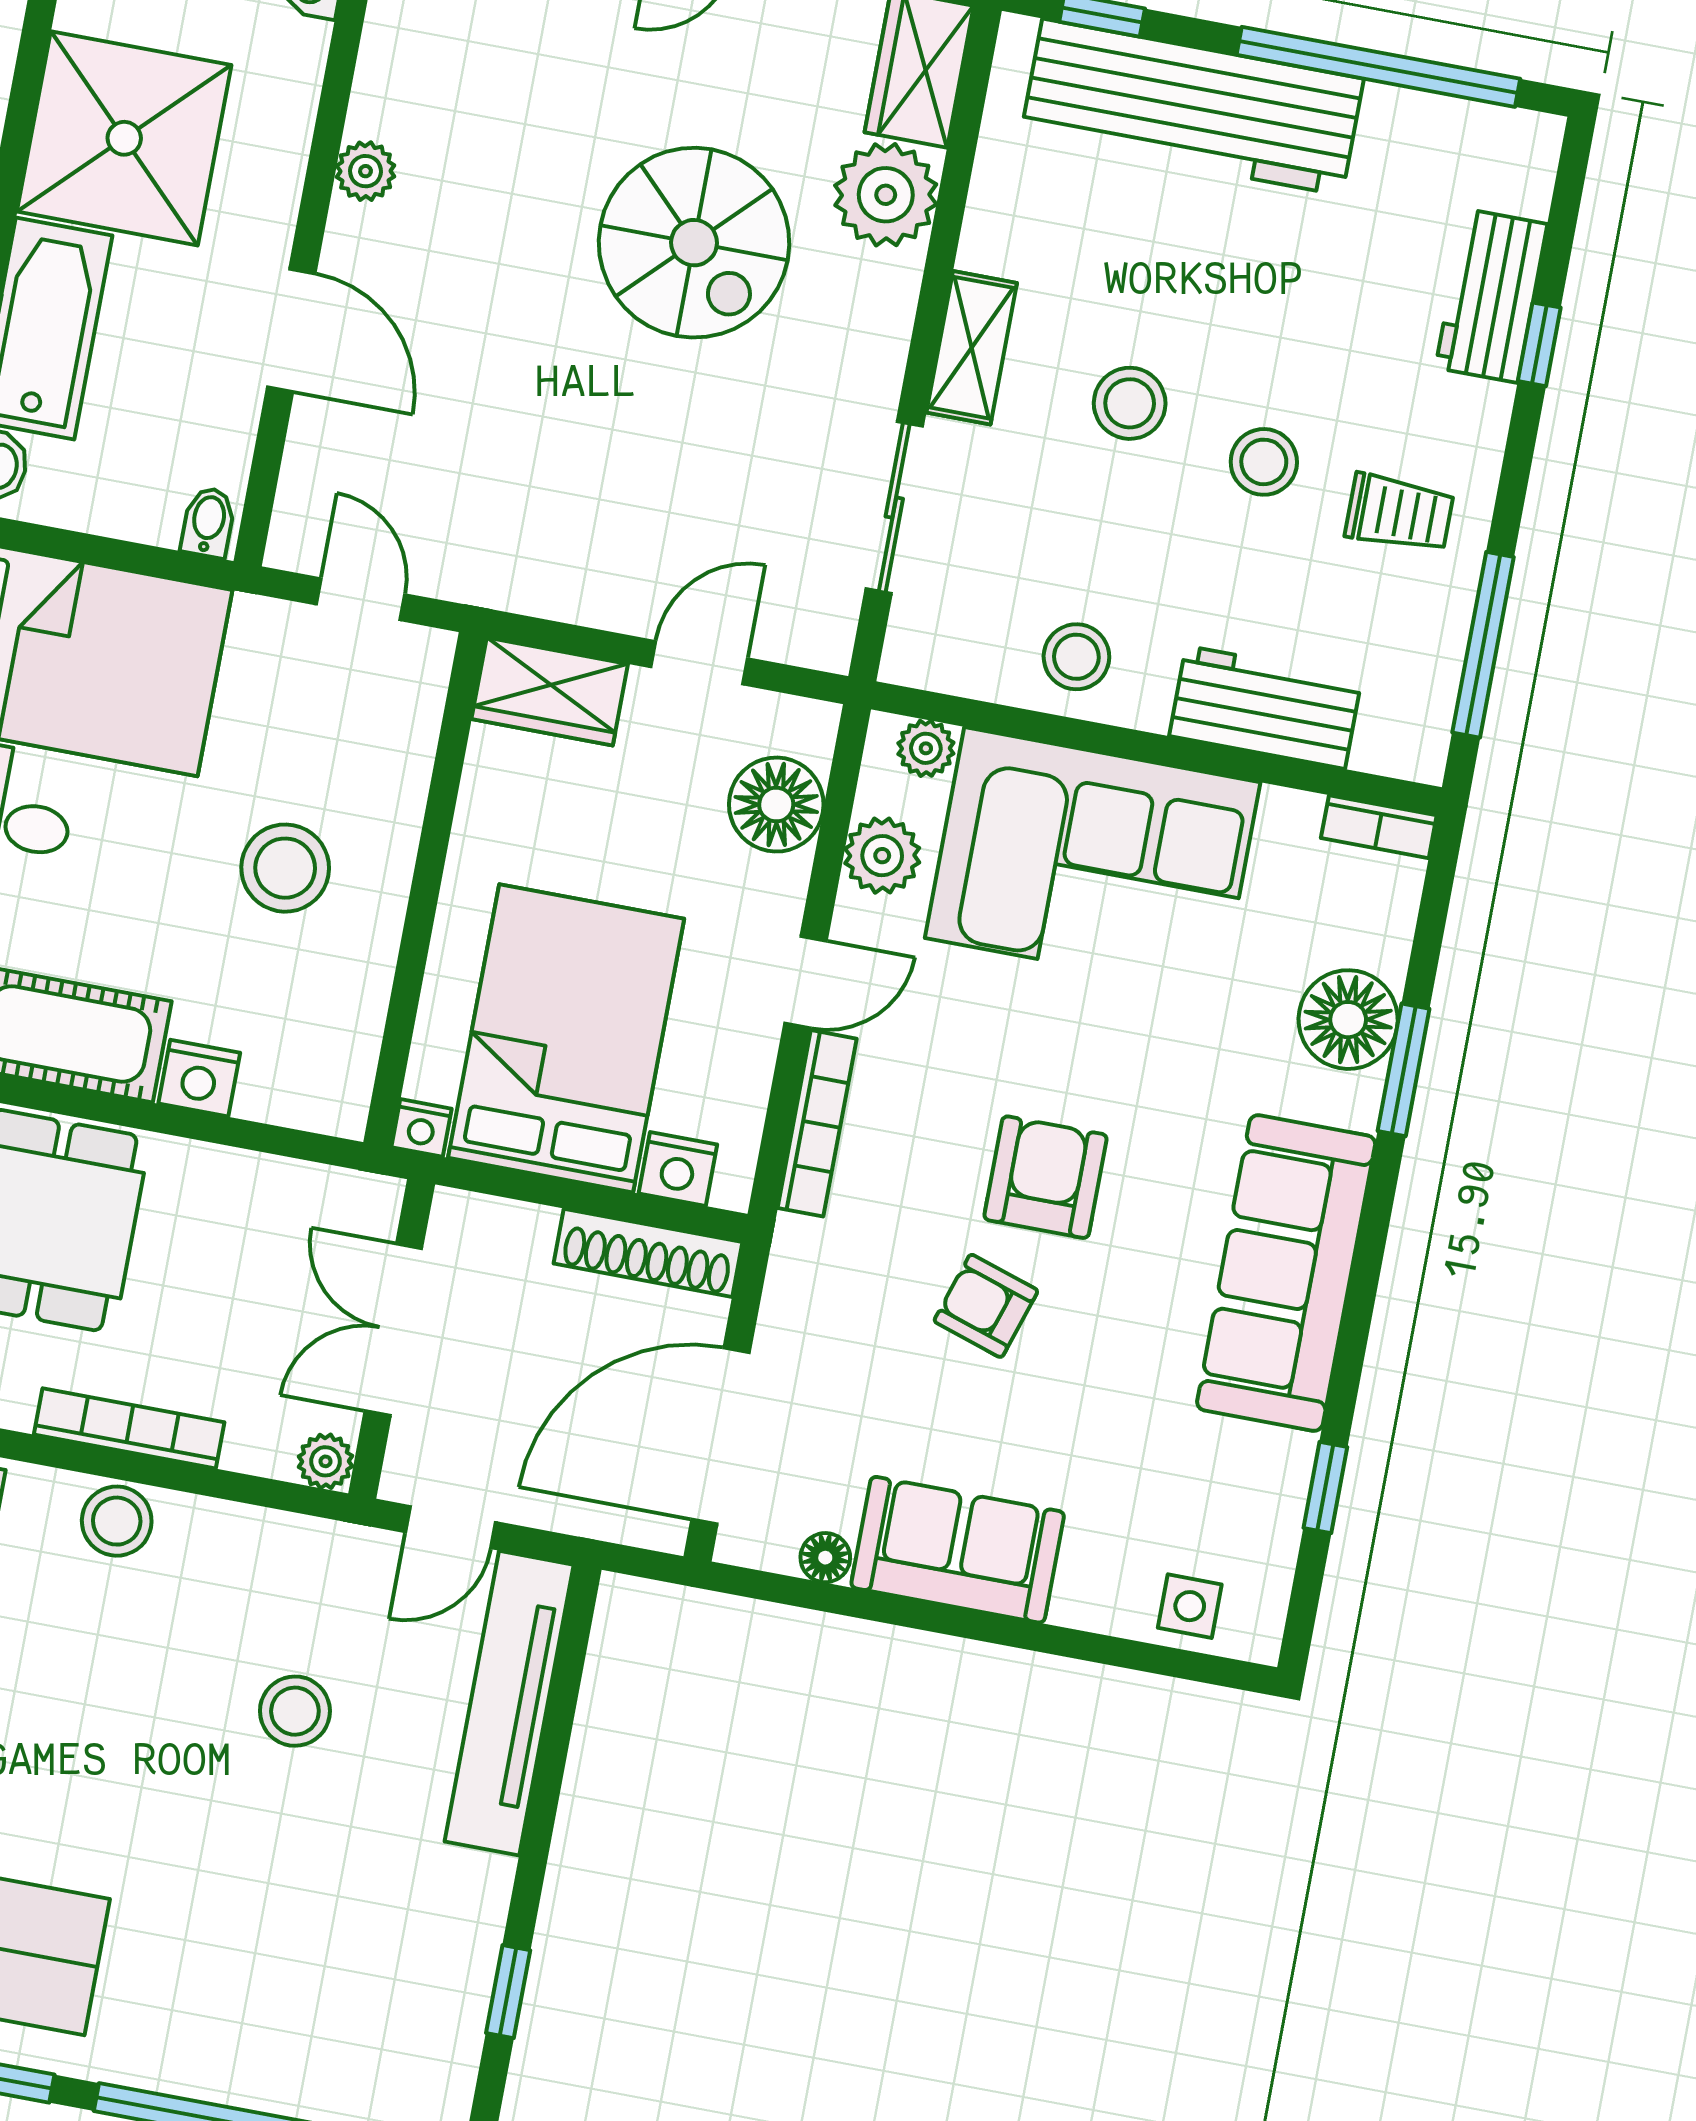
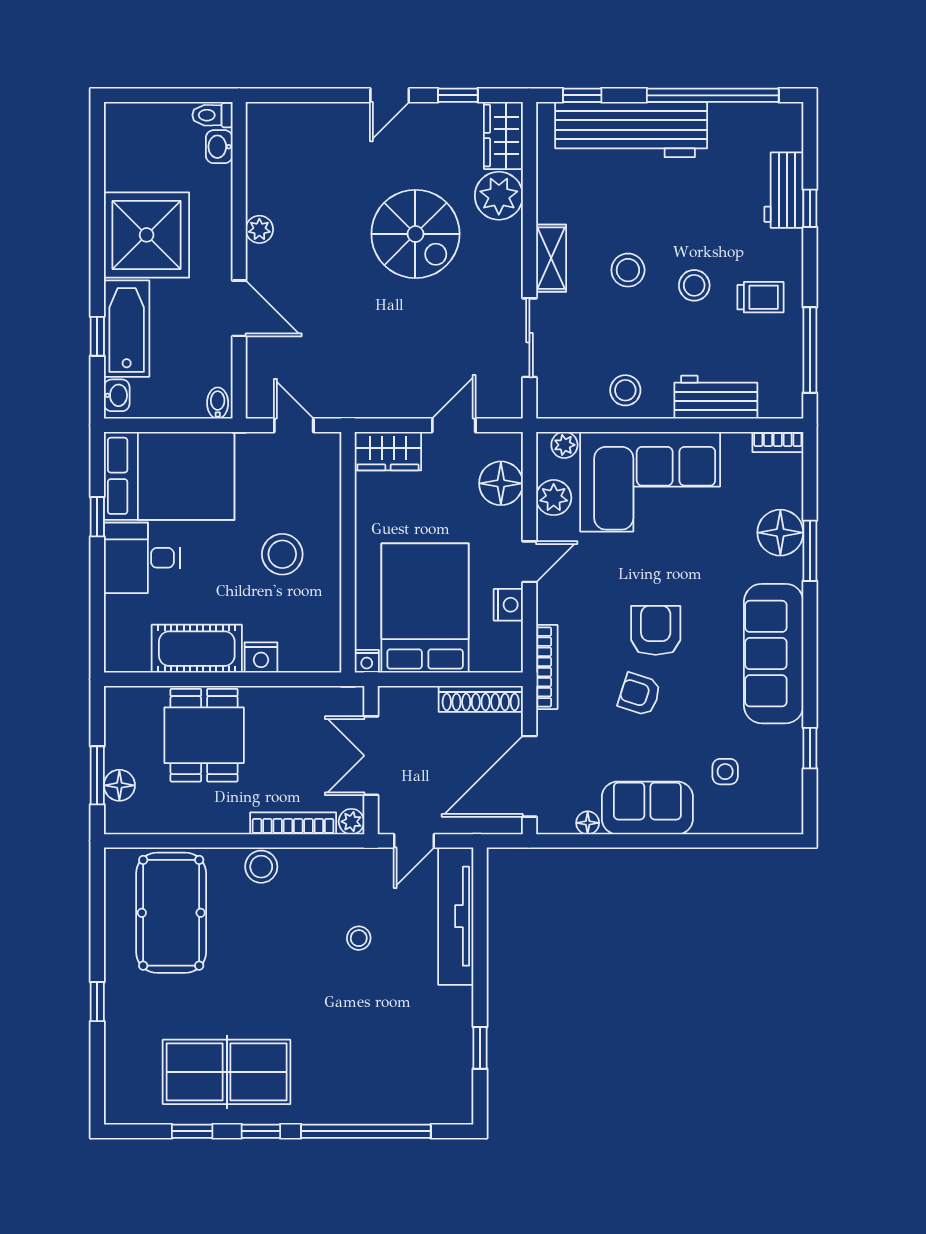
bookcase: (817, 1123) -> (547, 667), moved
nightstand: (678, 1169) -> (508, 605), moved, turned -90
bookcase: (129, 1428) -> (293, 823), moved
side table: (1190, 1606) -> (725, 772), moved
stool: (295, 1711) -> (359, 938), width x0.73, depth x0.73

